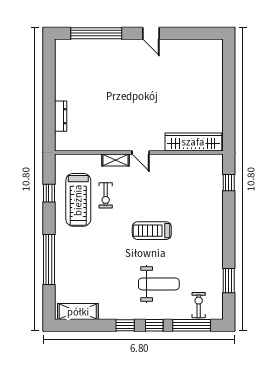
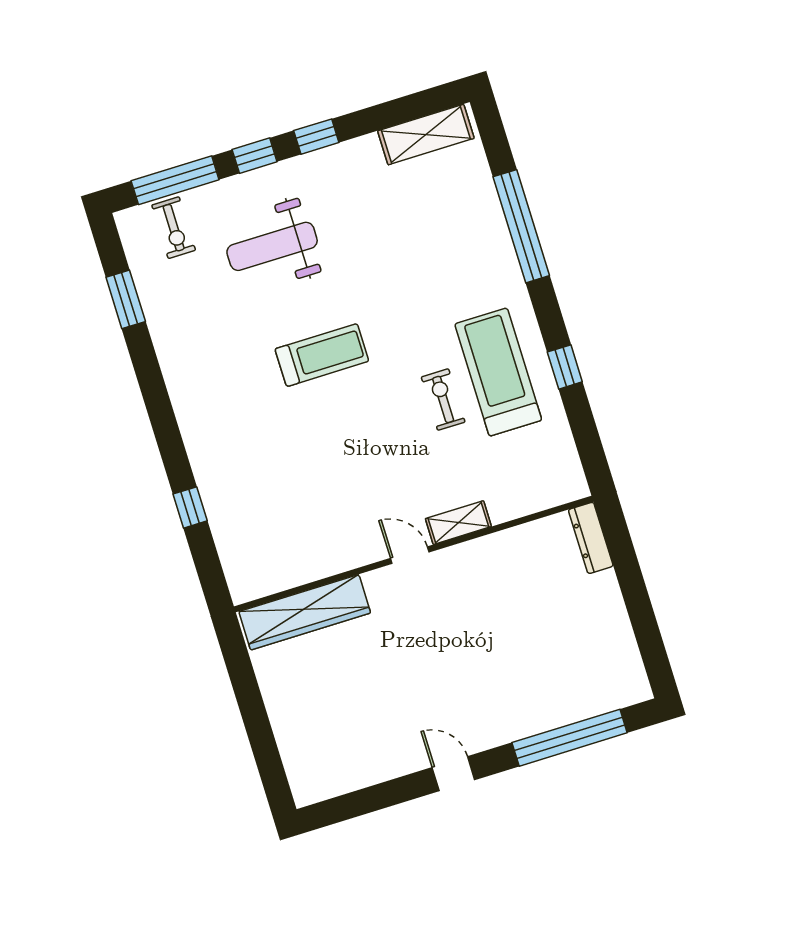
wardrobe: (193, 142) -> (305, 612), moved
wall: (139, 153) -> (414, 554), moved
door: (141, 153) -> (410, 555), moved
shelving: (115, 160) -> (458, 523), moved

